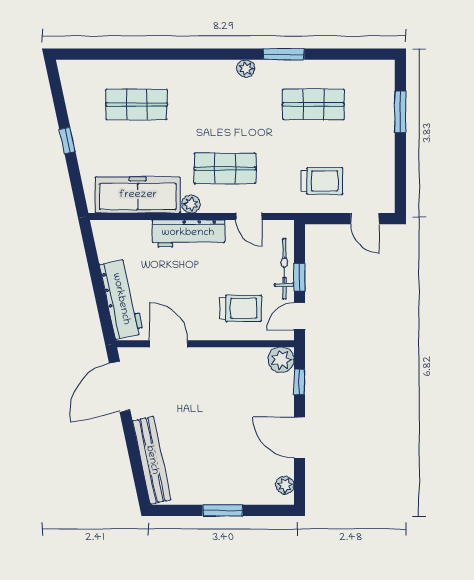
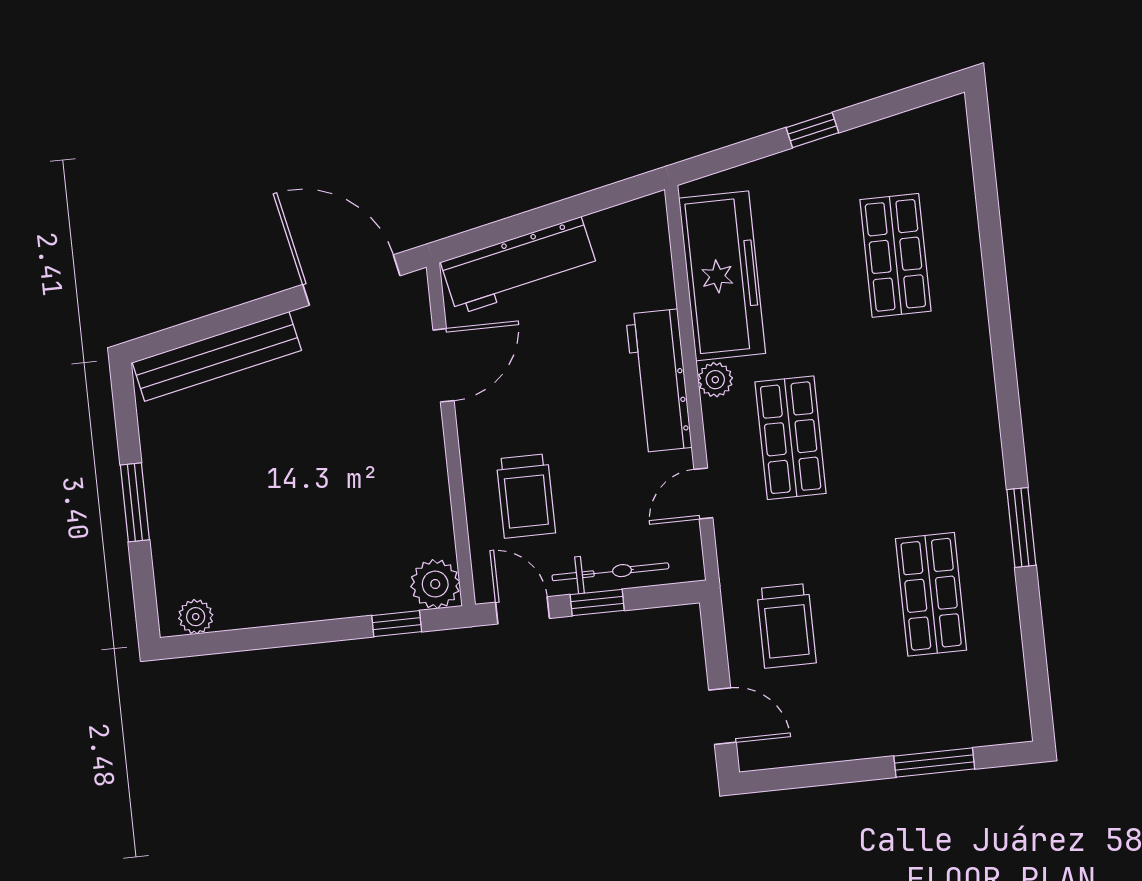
plant: (246, 69) -> (986, 458), removed
door: (365, 219) -> (723, 716), swing flipped
door: (299, 438) -> (290, 635), removed

